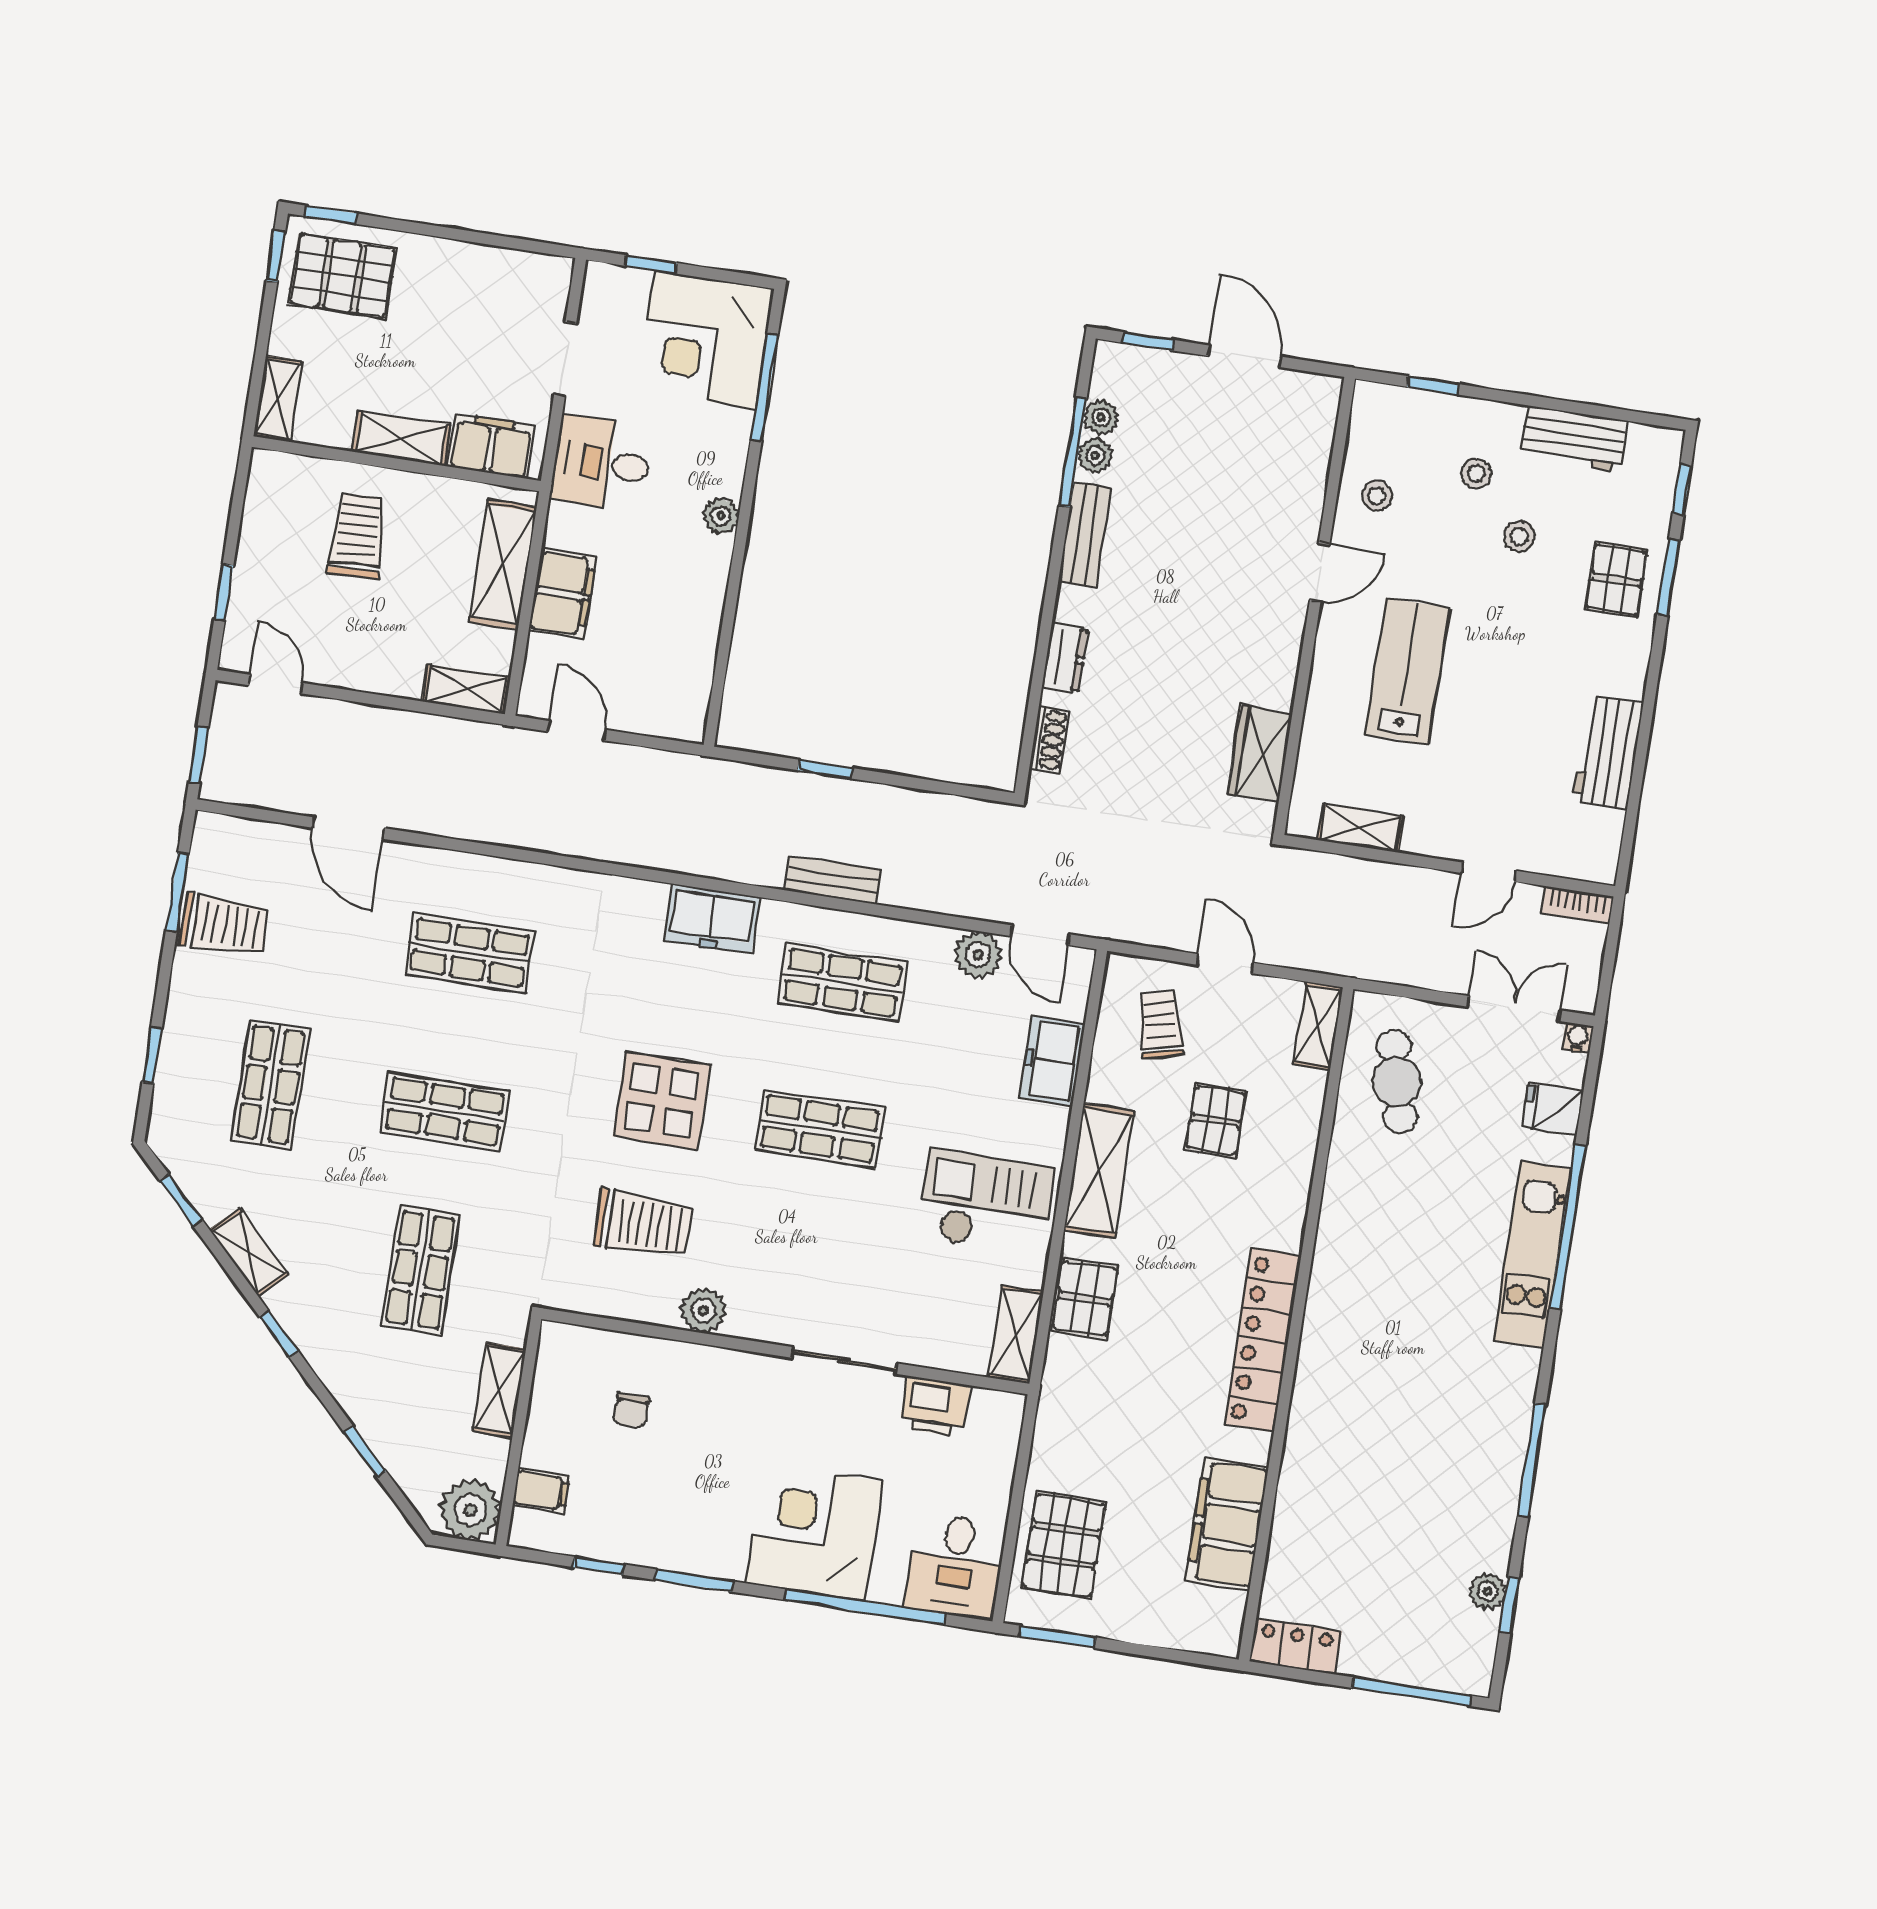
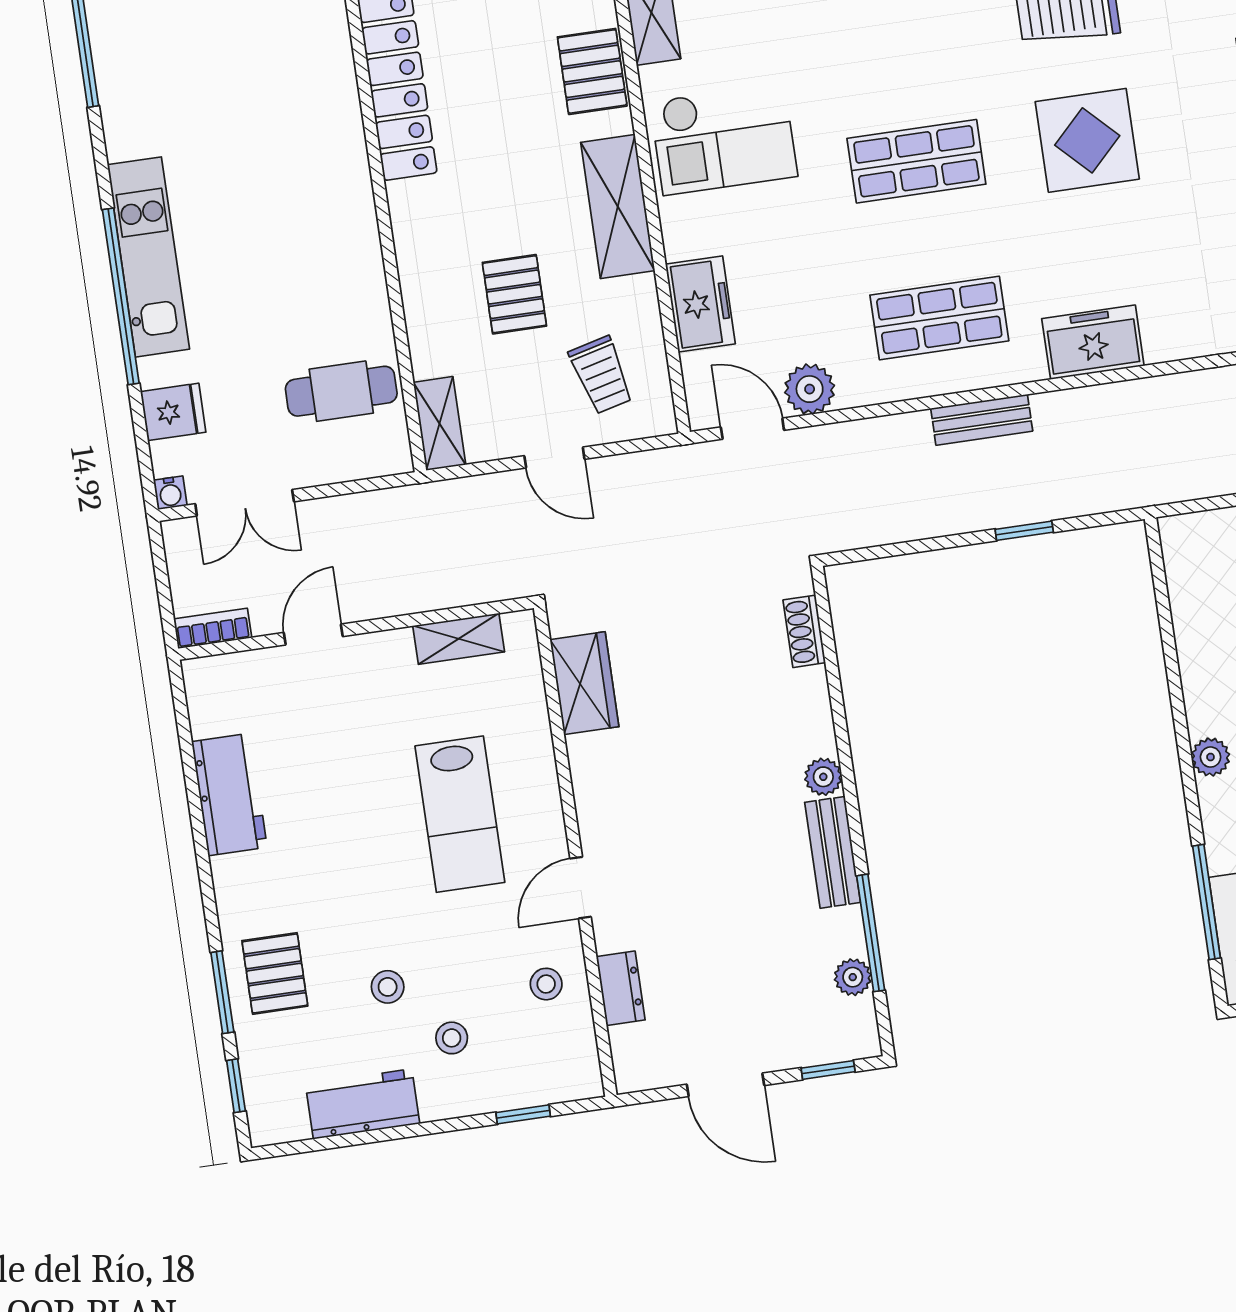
plant: (1095, 455) -> (823, 777), moved
dresser: (1065, 658) -> (621, 988), moved, turned 180
cafe table: (1397, 1082) -> (341, 391), turned -76

